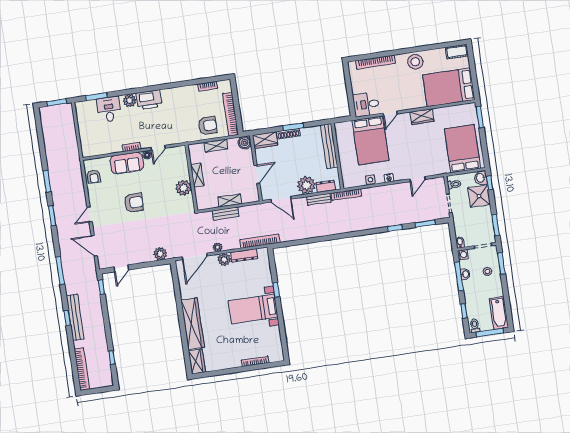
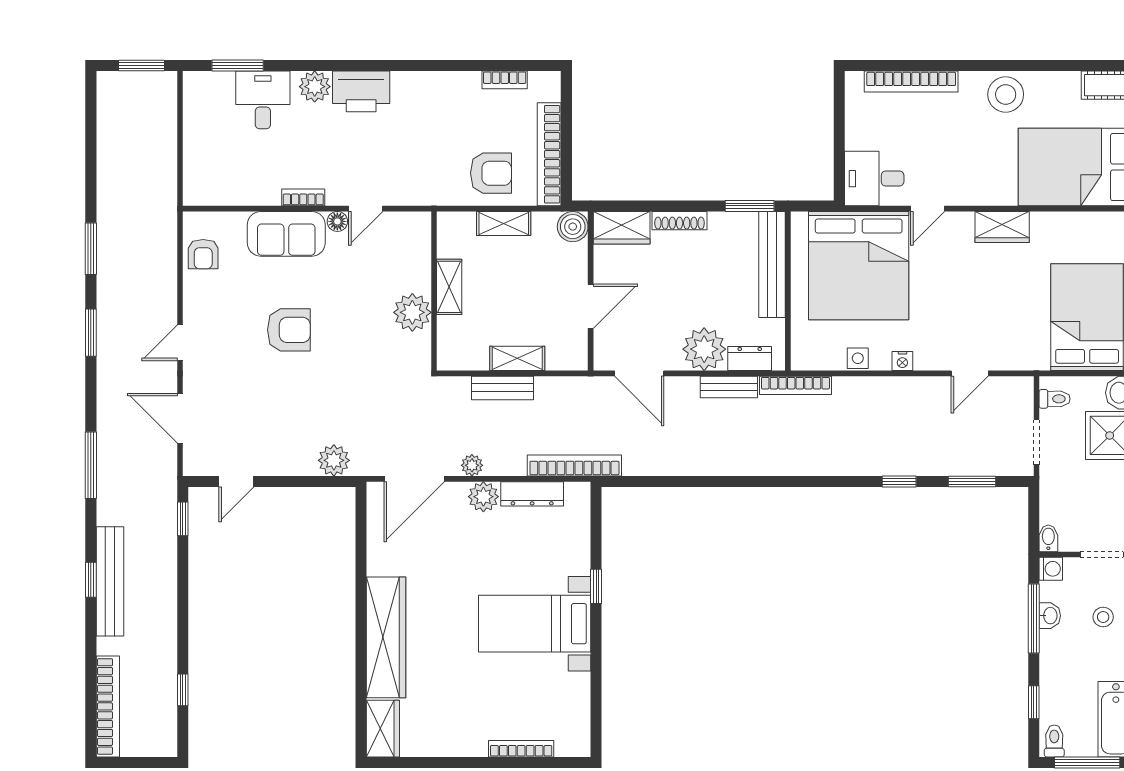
window: (293, 127) -> (750, 206), moved
bed: (371, 140) -> (859, 266), width x1.36

